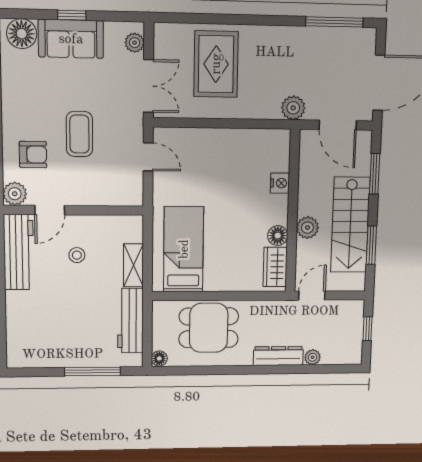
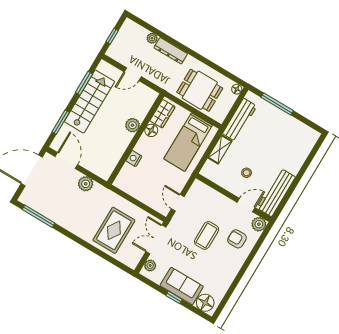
nightstand: (280, 183) -> (134, 159), moved
wall: (293, 211) -> (136, 139), moved
plant: (307, 228) -> (132, 125), moved
floor lamp: (278, 236) -> (151, 130), moved
wardrobe: (275, 267) -> (162, 114), moved

